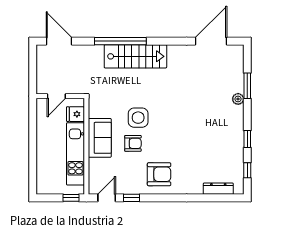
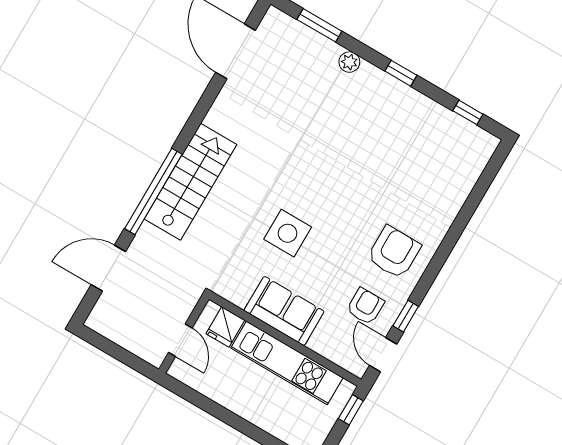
door: (59, 41) -> (108, 268), moved
window: (247, 86) -> (319, 25), moved
window: (247, 139) -> (401, 73), moved
armchair: (133, 143) -> (365, 306), moved
dresser: (218, 189) -> (470, 174), removed

